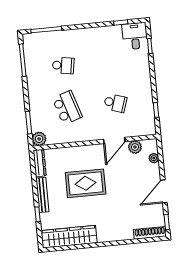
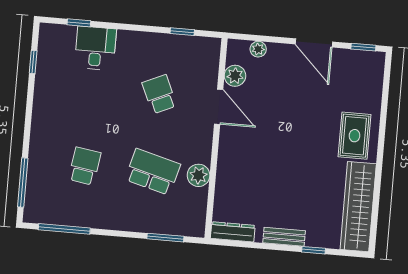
desk: (135, 36) -> (95, 48), moved, turned 90
school desk: (115, 103) -> (159, 94), turned -42
school desk: (67, 108) -> (153, 172), turned 33
plant: (39, 139) -> (199, 175), moved
rug: (86, 183) -> (354, 136), moved, width x0.73, depth x0.70
bench: (42, 195) -> (284, 237), width x0.73
shoe rack: (150, 233) -> (376, 77), removed

